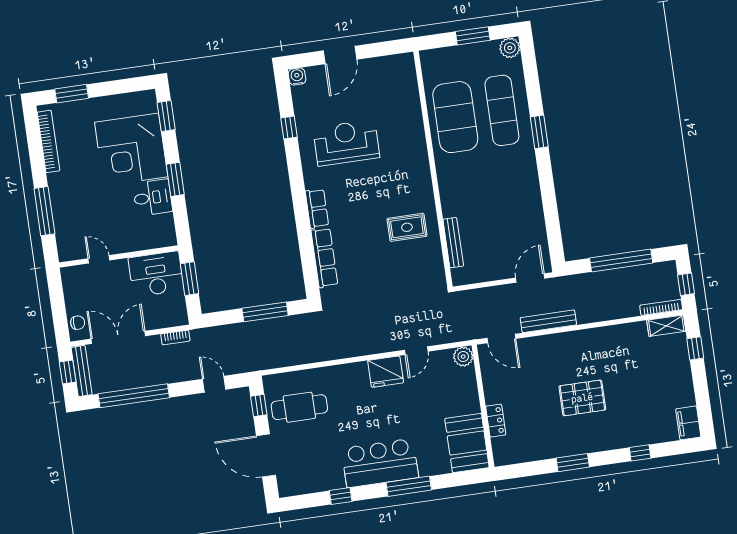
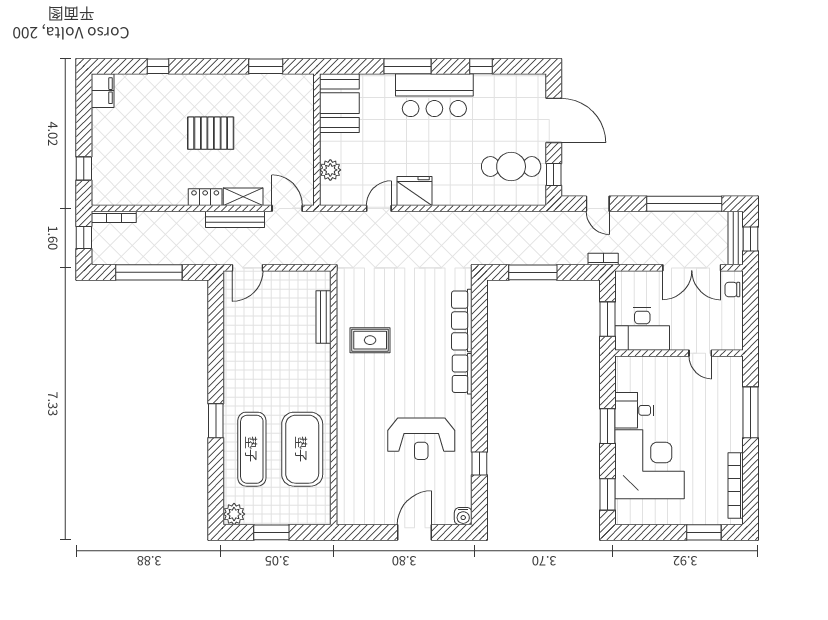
shelving: (666, 326) -> (243, 197), moved
bookcase: (175, 337) -> (603, 259), moved
plant: (463, 357) -> (330, 170), moved
locker: (496, 421) -> (205, 197), moved, turned 90
window: (573, 463) -> (266, 66), moved

